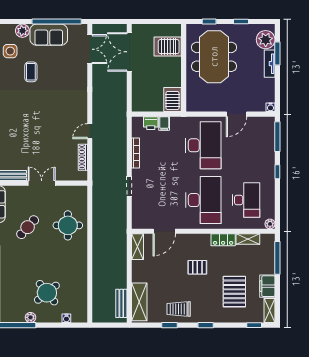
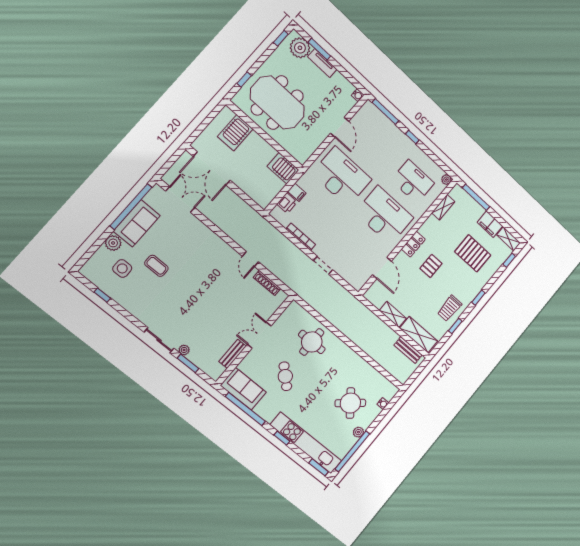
window: (241, 21) -> (281, 38), moved
locker: (223, 240) -> (413, 244), moved
shelving: (138, 247) -> (393, 314), moved

